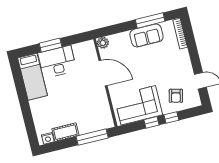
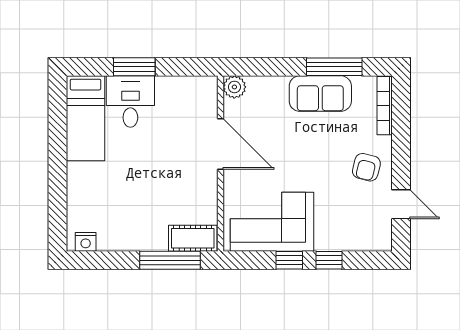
desk: (57, 62) -> (130, 101), width x0.73
armchair: (176, 96) -> (366, 167), moved
cot: (65, 132) -> (193, 238), moved

